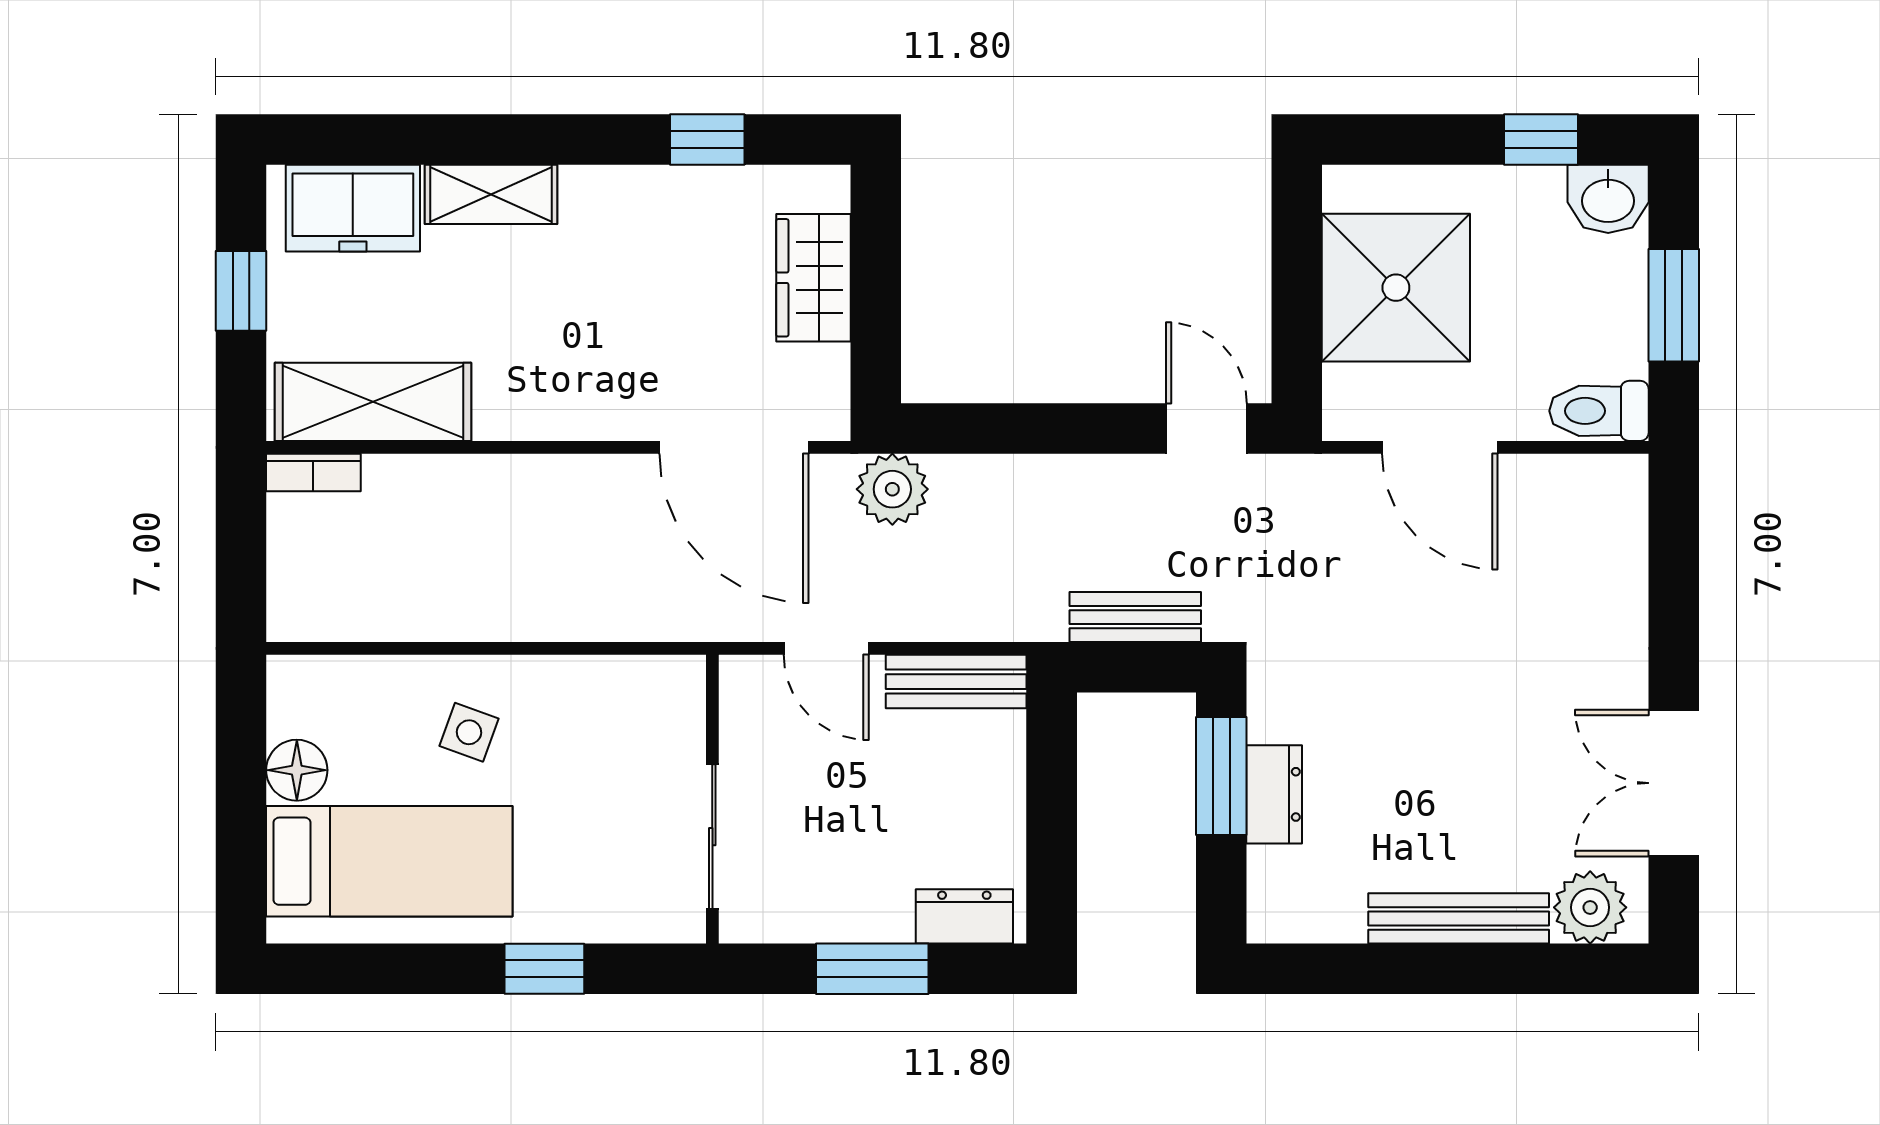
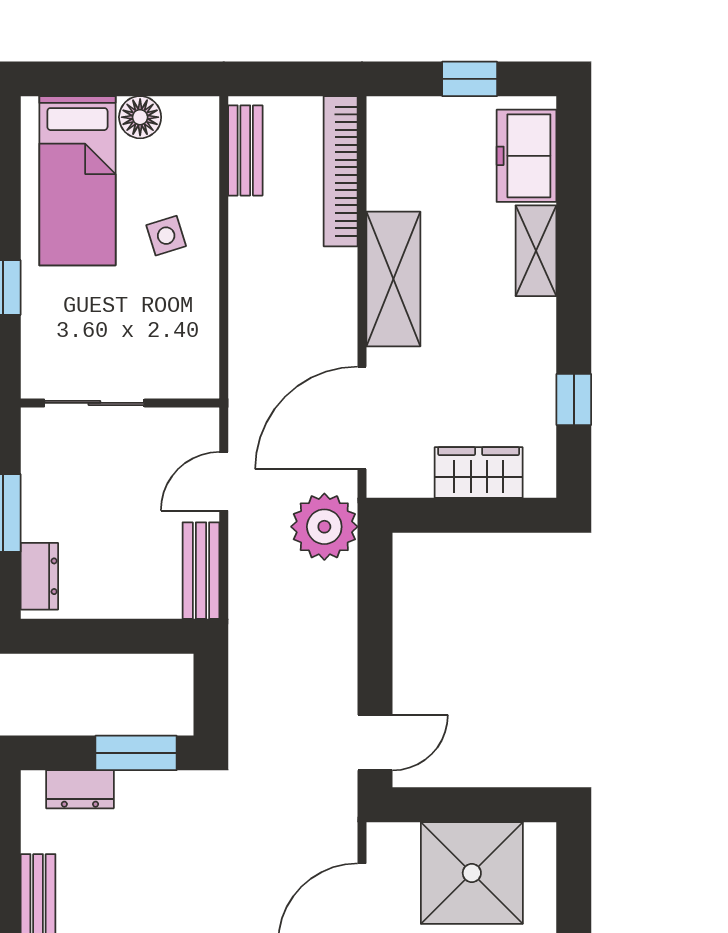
shelving: (373, 402) -> (393, 279), moved
bookcase: (313, 472) -> (341, 171), width x2.31, depth x1.31
plant: (892, 489) -> (324, 527), width x1.36, depth x1.36
bench: (1135, 617) -> (245, 150), moved
side table: (469, 732) -> (166, 236), turned -37
dresser: (1274, 794) -> (80, 789), moved

